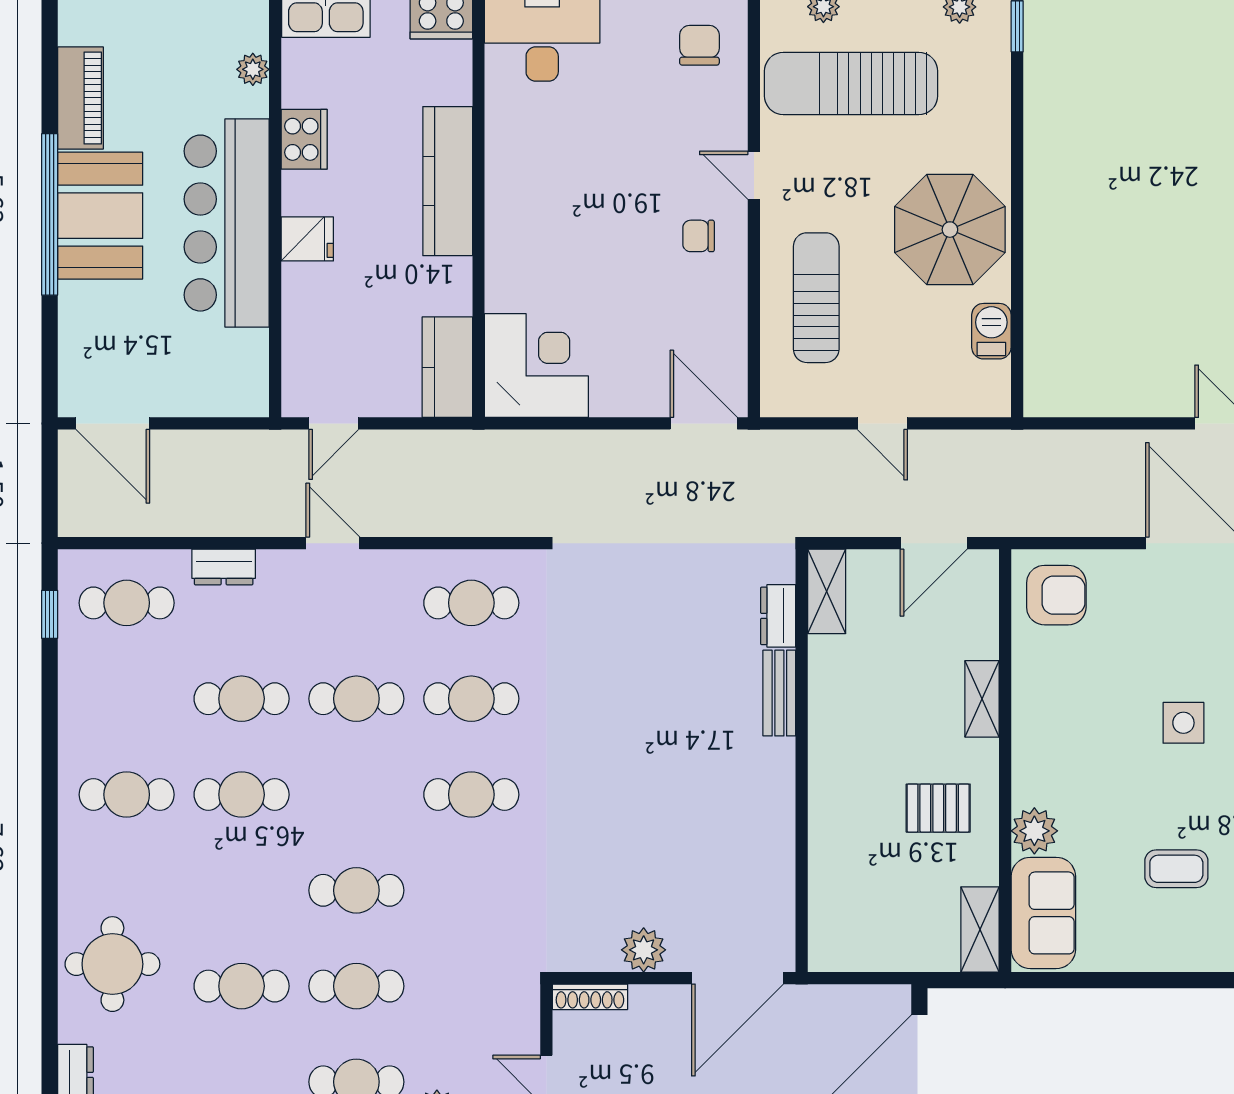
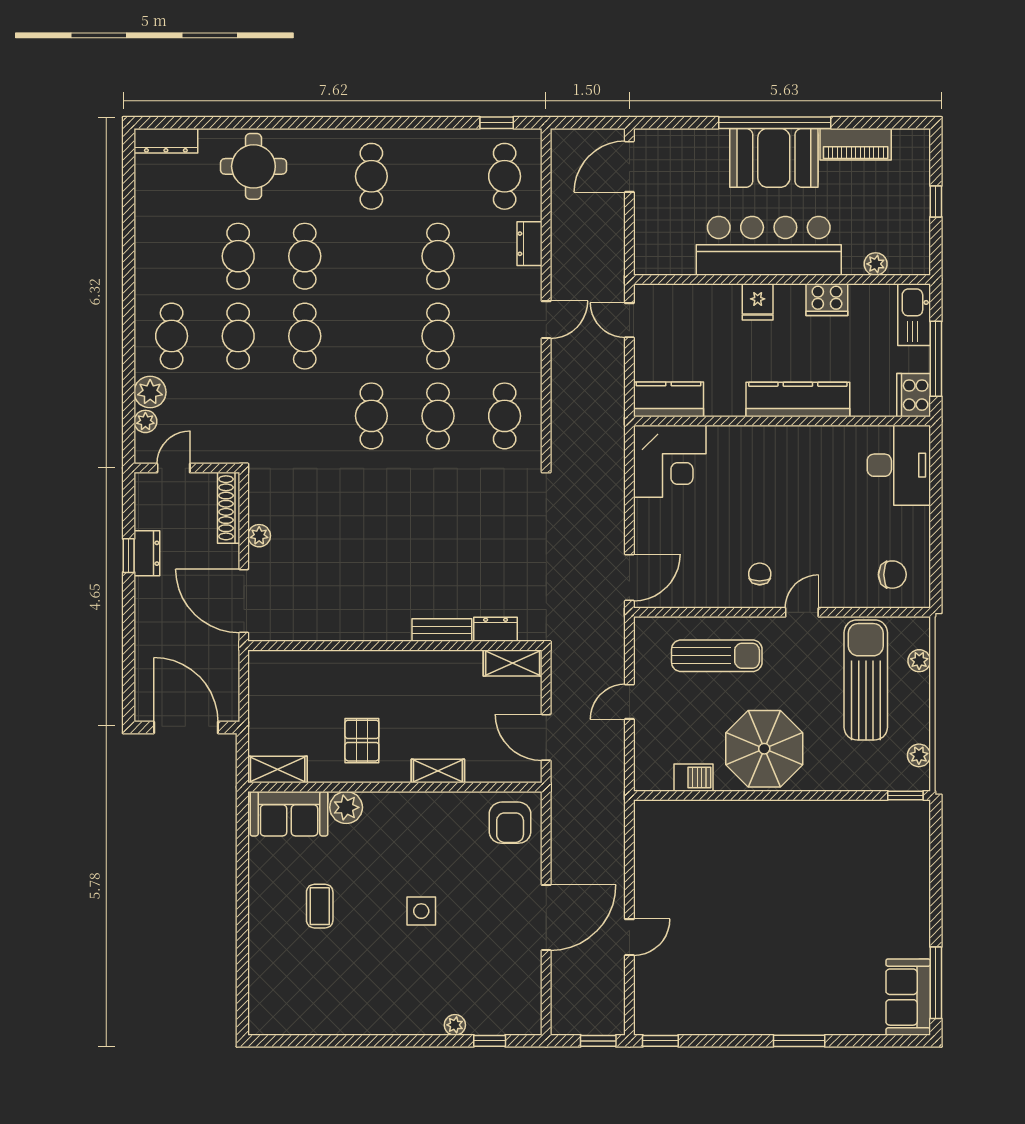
cafe table: (242, 795) -> (305, 256), moved
plant: (644, 950) -> (259, 536), width x0.73, depth x0.73
shoe rack: (590, 997) -> (229, 508), width x1.36, depth x1.24

